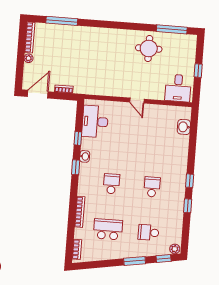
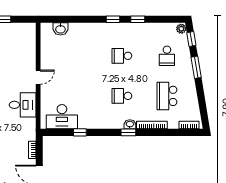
desk: (178, 88) -> (23, 105), moved
washbasin: (85, 156) -> (130, 124), moved
window: (76, 167) -> (128, 132), moved

